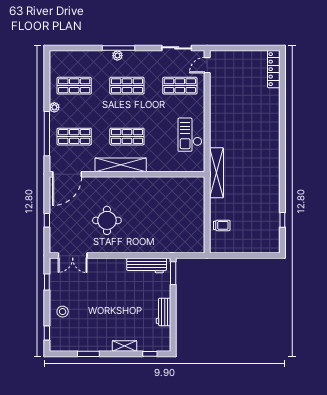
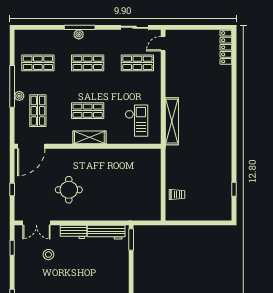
plant: (54, 107) -> (19, 96), moved
window: (47, 134) -> (12, 86), moved
checkout: (190, 135) -> (136, 121), moved, turned 180
shop shelf: (74, 137) -> (38, 111), turned 90
shelving: (121, 165) -> (89, 137), width x0.68
shelving: (216, 173) -> (172, 121), moved
stool: (63, 312) -> (48, 255), moved
workbench: (164, 312) -> (73, 232), moved, turned -90

